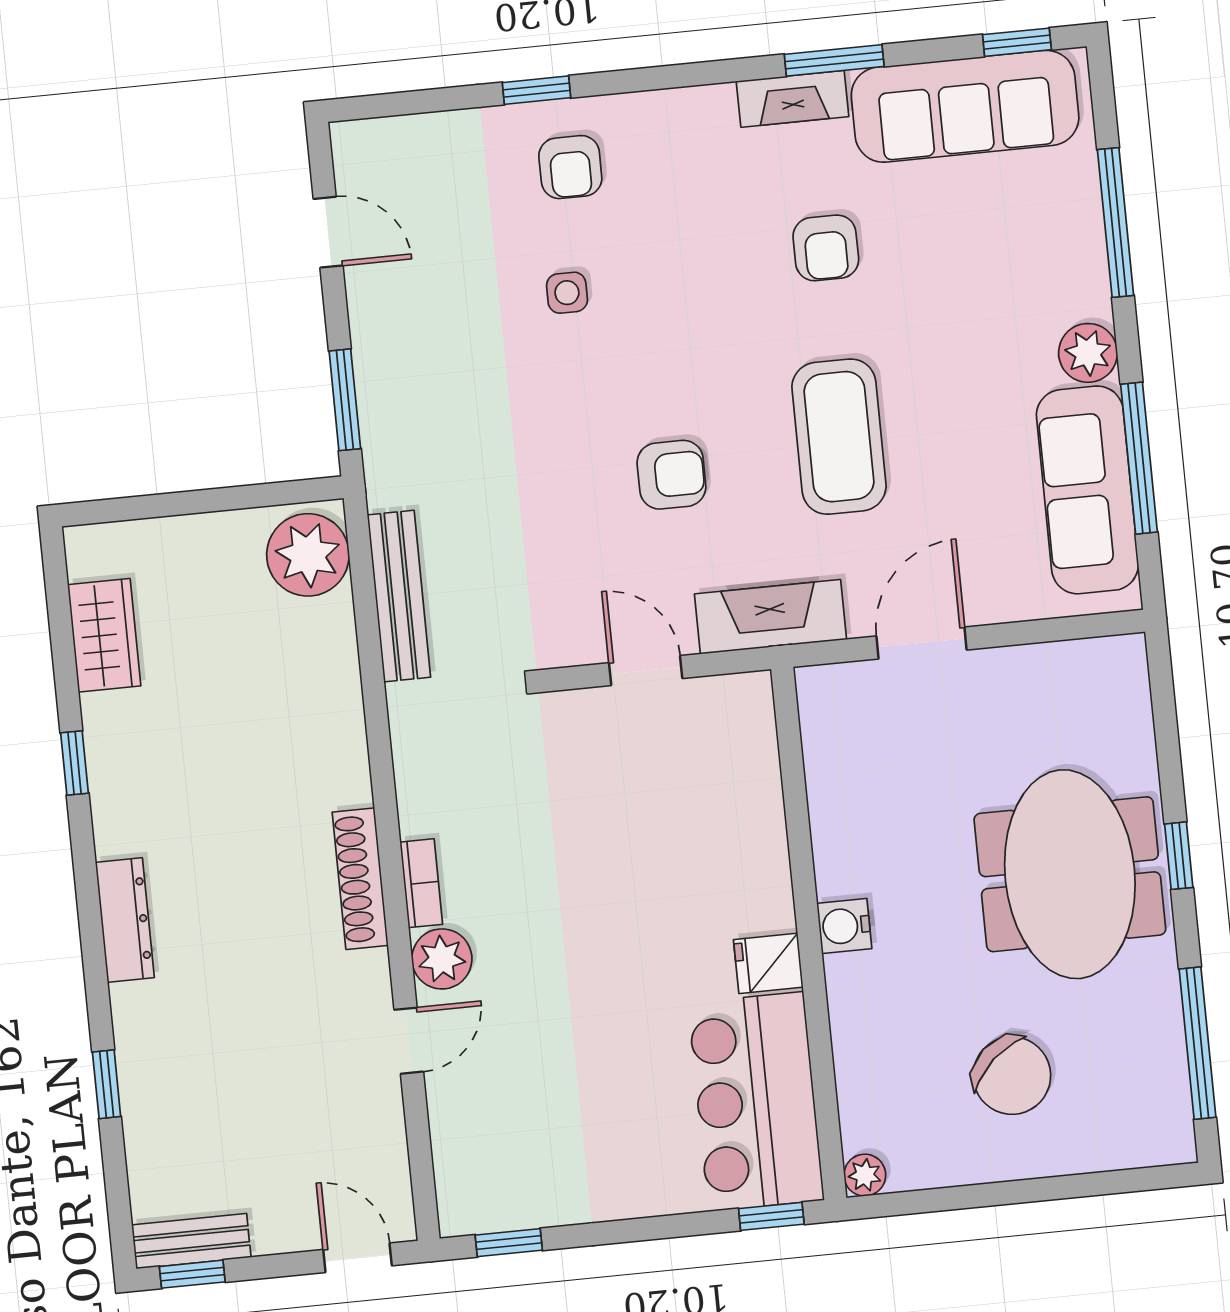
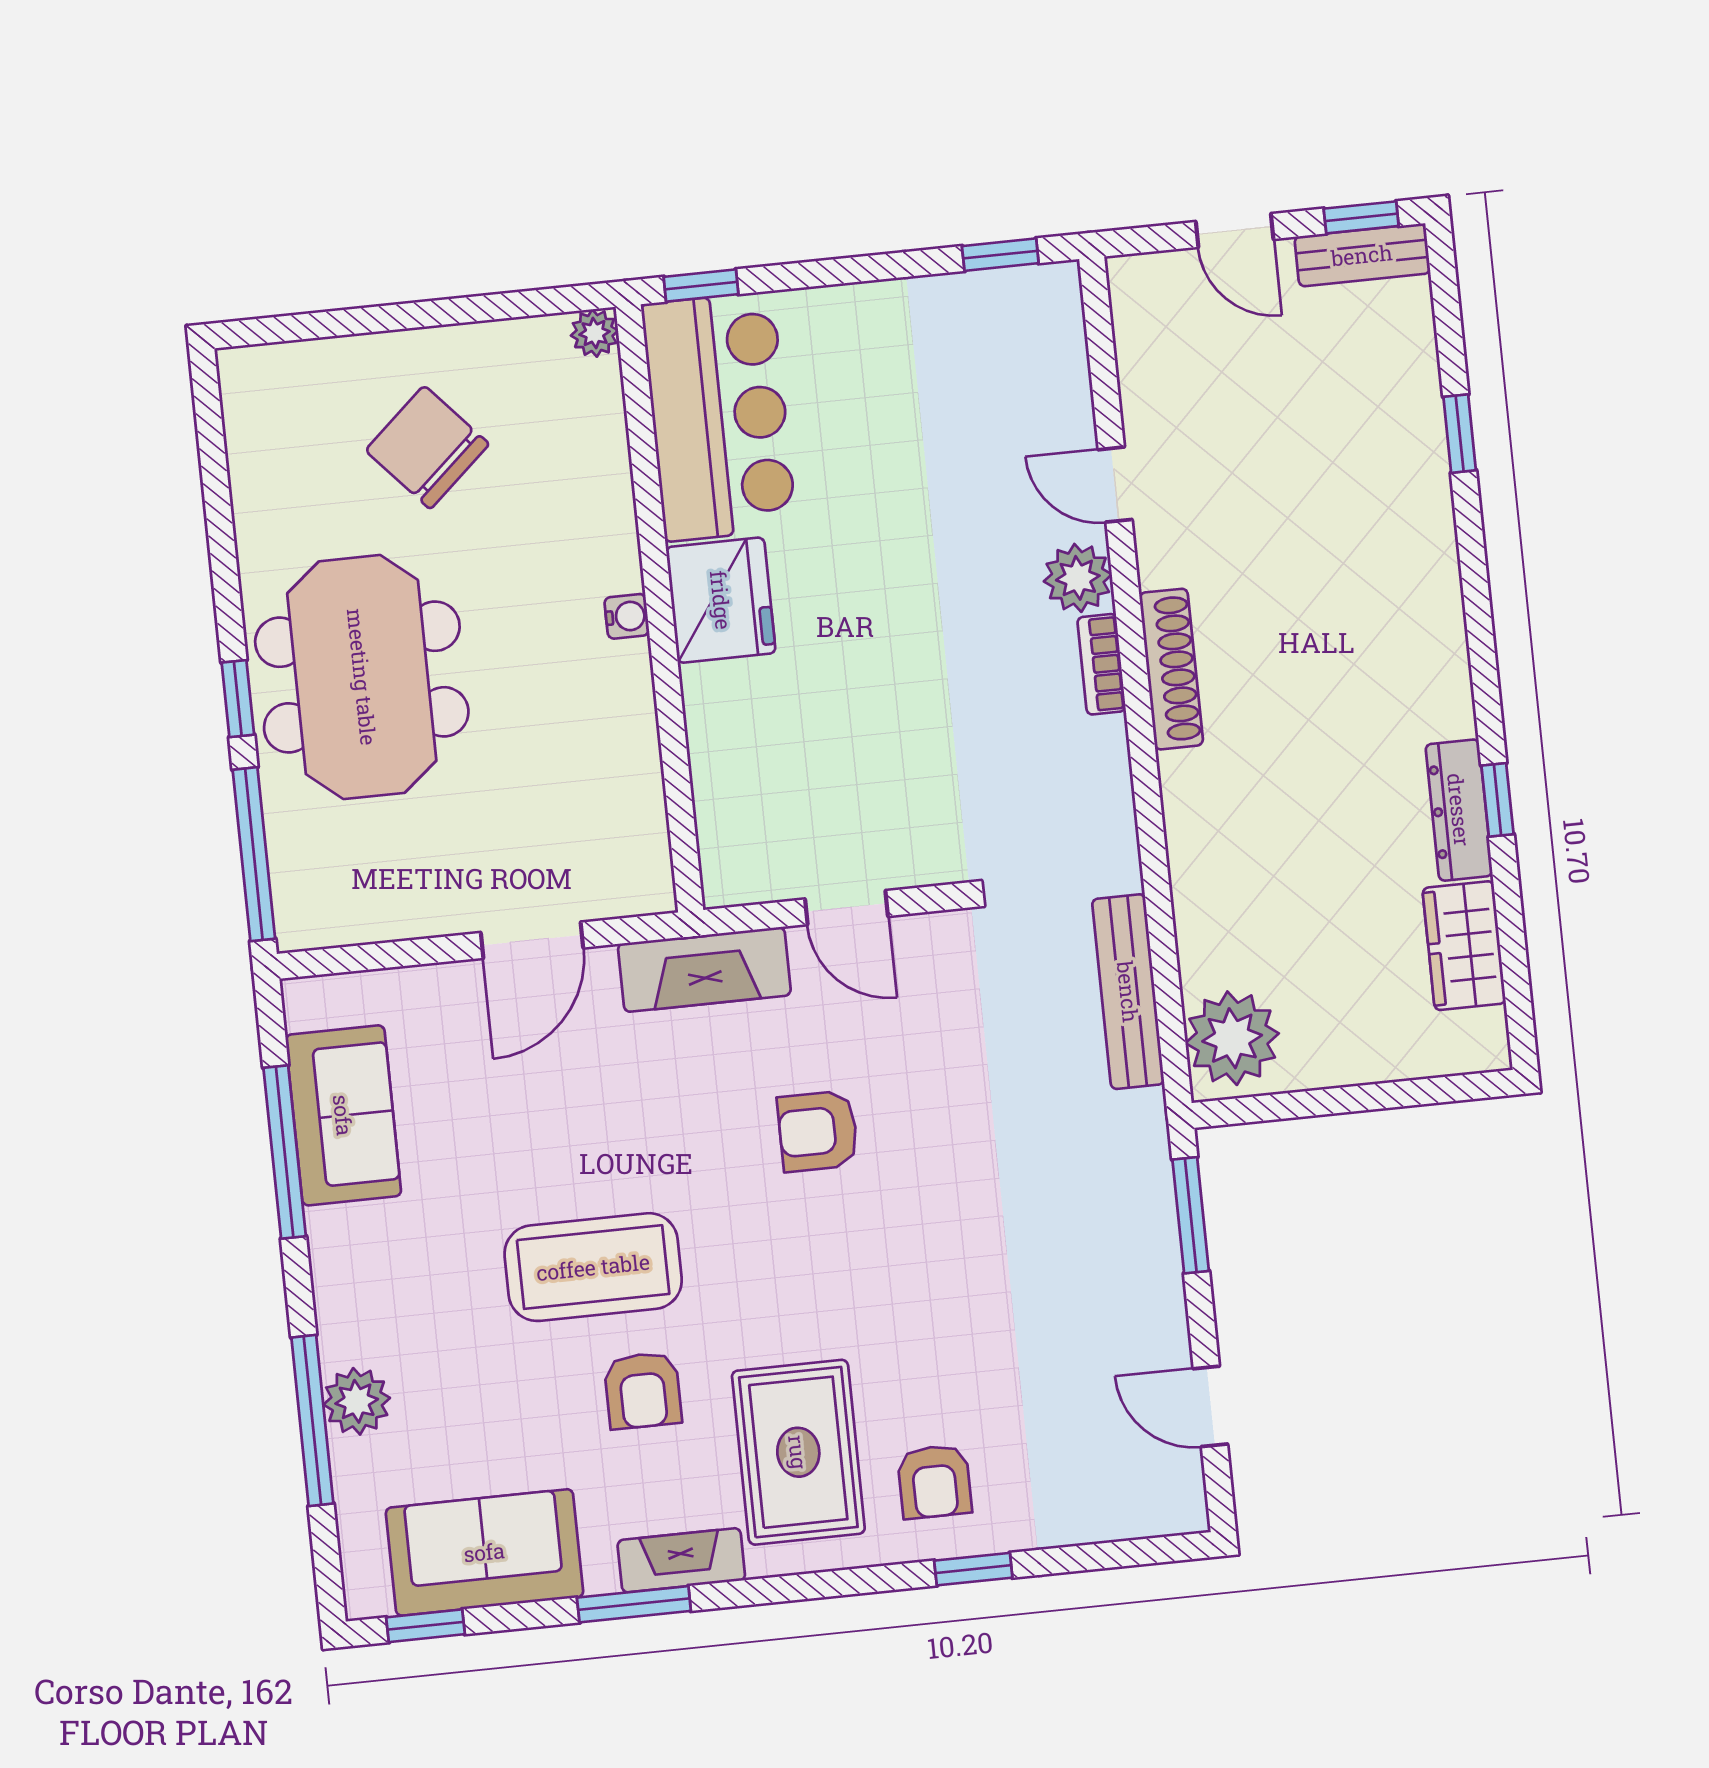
sofa: (965, 106) -> (484, 1552), width x0.73
armchair: (570, 167) -> (934, 1482), turned 180
rug: (690, 193) -> (798, 1452), added
armchair: (826, 248) -> (643, 1390), turned 180
side table: (567, 293) -> (938, 1338), removed
plant: (1088, 353) -> (357, 1401), moved
coffee table: (839, 437) -> (593, 1267), moved, turned 90
sofa: (1087, 490) -> (343, 1115), width x0.73
dresser: (125, 920) -> (1459, 810), moved
water cooler: (844, 926) -> (627, 616), width x0.72, depth x0.72
fridge: (768, 963) -> (721, 600), width x1.88, depth x1.34
door: (409, 1041) -> (1115, 485), hinge flipped
window: (1197, 1043) -> (254, 854), moved
door: (358, 1258) -> (1235, 230), moved

